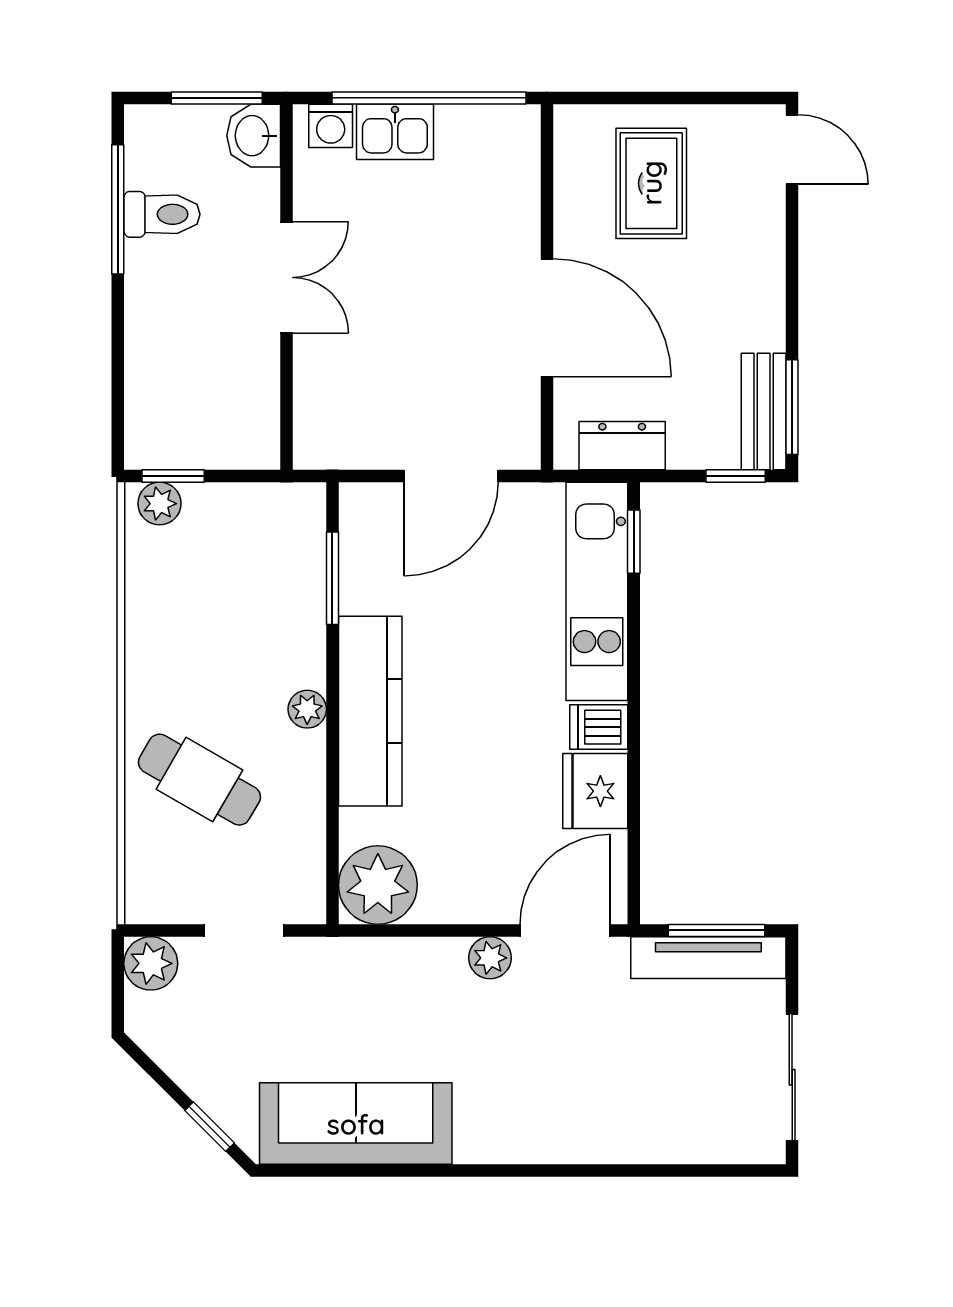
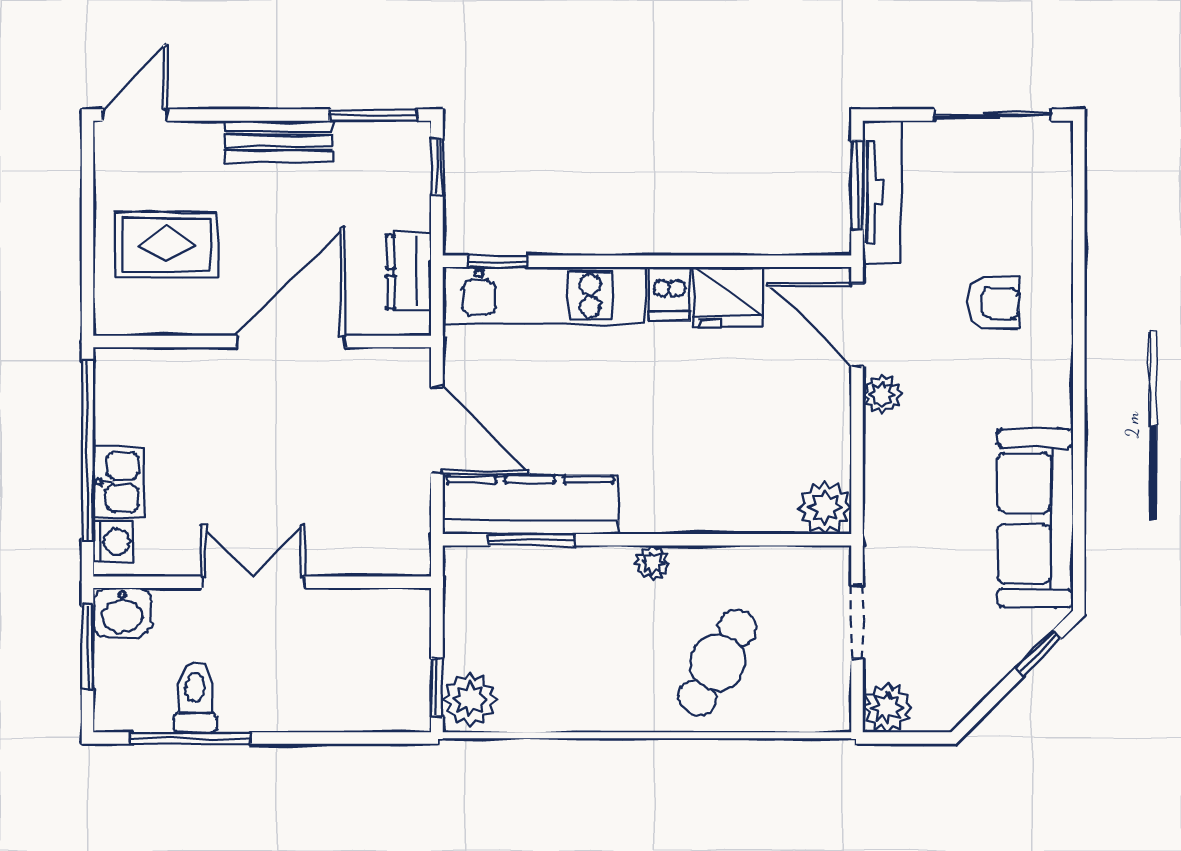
bench: (764, 411) -> (279, 141), moved
plant: (159, 504) -> (470, 700), width x1.38, depth x1.38
kitchen counter: (370, 711) -> (530, 505), moved
plant: (378, 885) -> (825, 507), width x0.73, depth x0.73
armchair: (588, 1078) -> (993, 303), added

